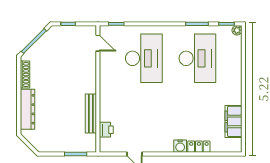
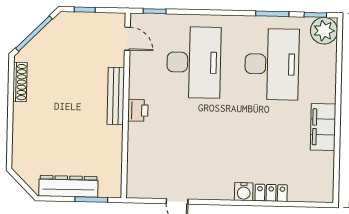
plant: (237, 30) -> (324, 31), width x1.87, depth x1.87
dresser: (27, 109) -> (68, 186), moved, turned -90
bench: (91, 113) -> (116, 96), moved
filing cabinet: (234, 121) -> (323, 127), moved
printer: (106, 130) -> (138, 110), moved

